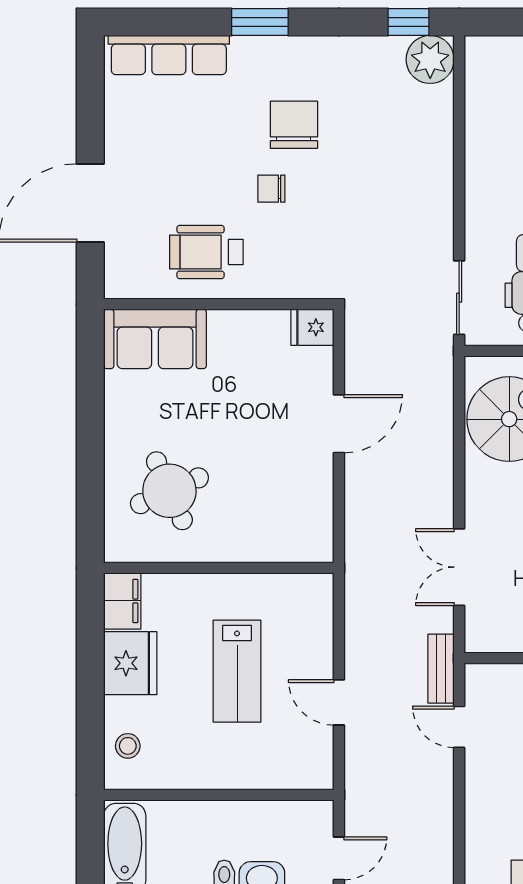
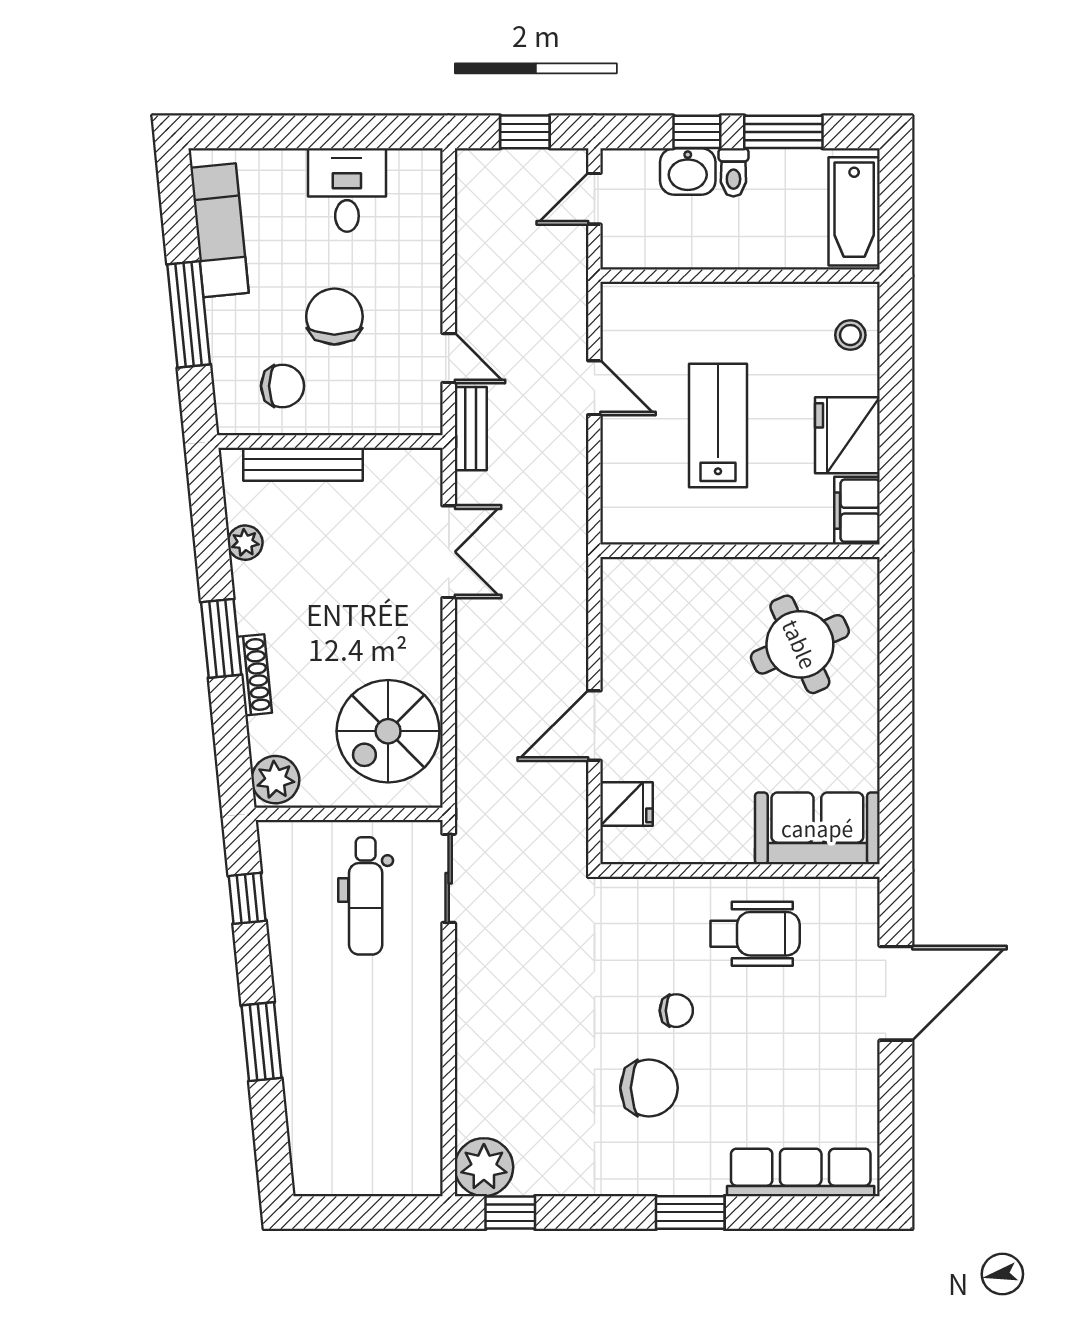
chair: (294, 125) -> (649, 1088), turned -90
fridge: (312, 327) -> (627, 804), moved

